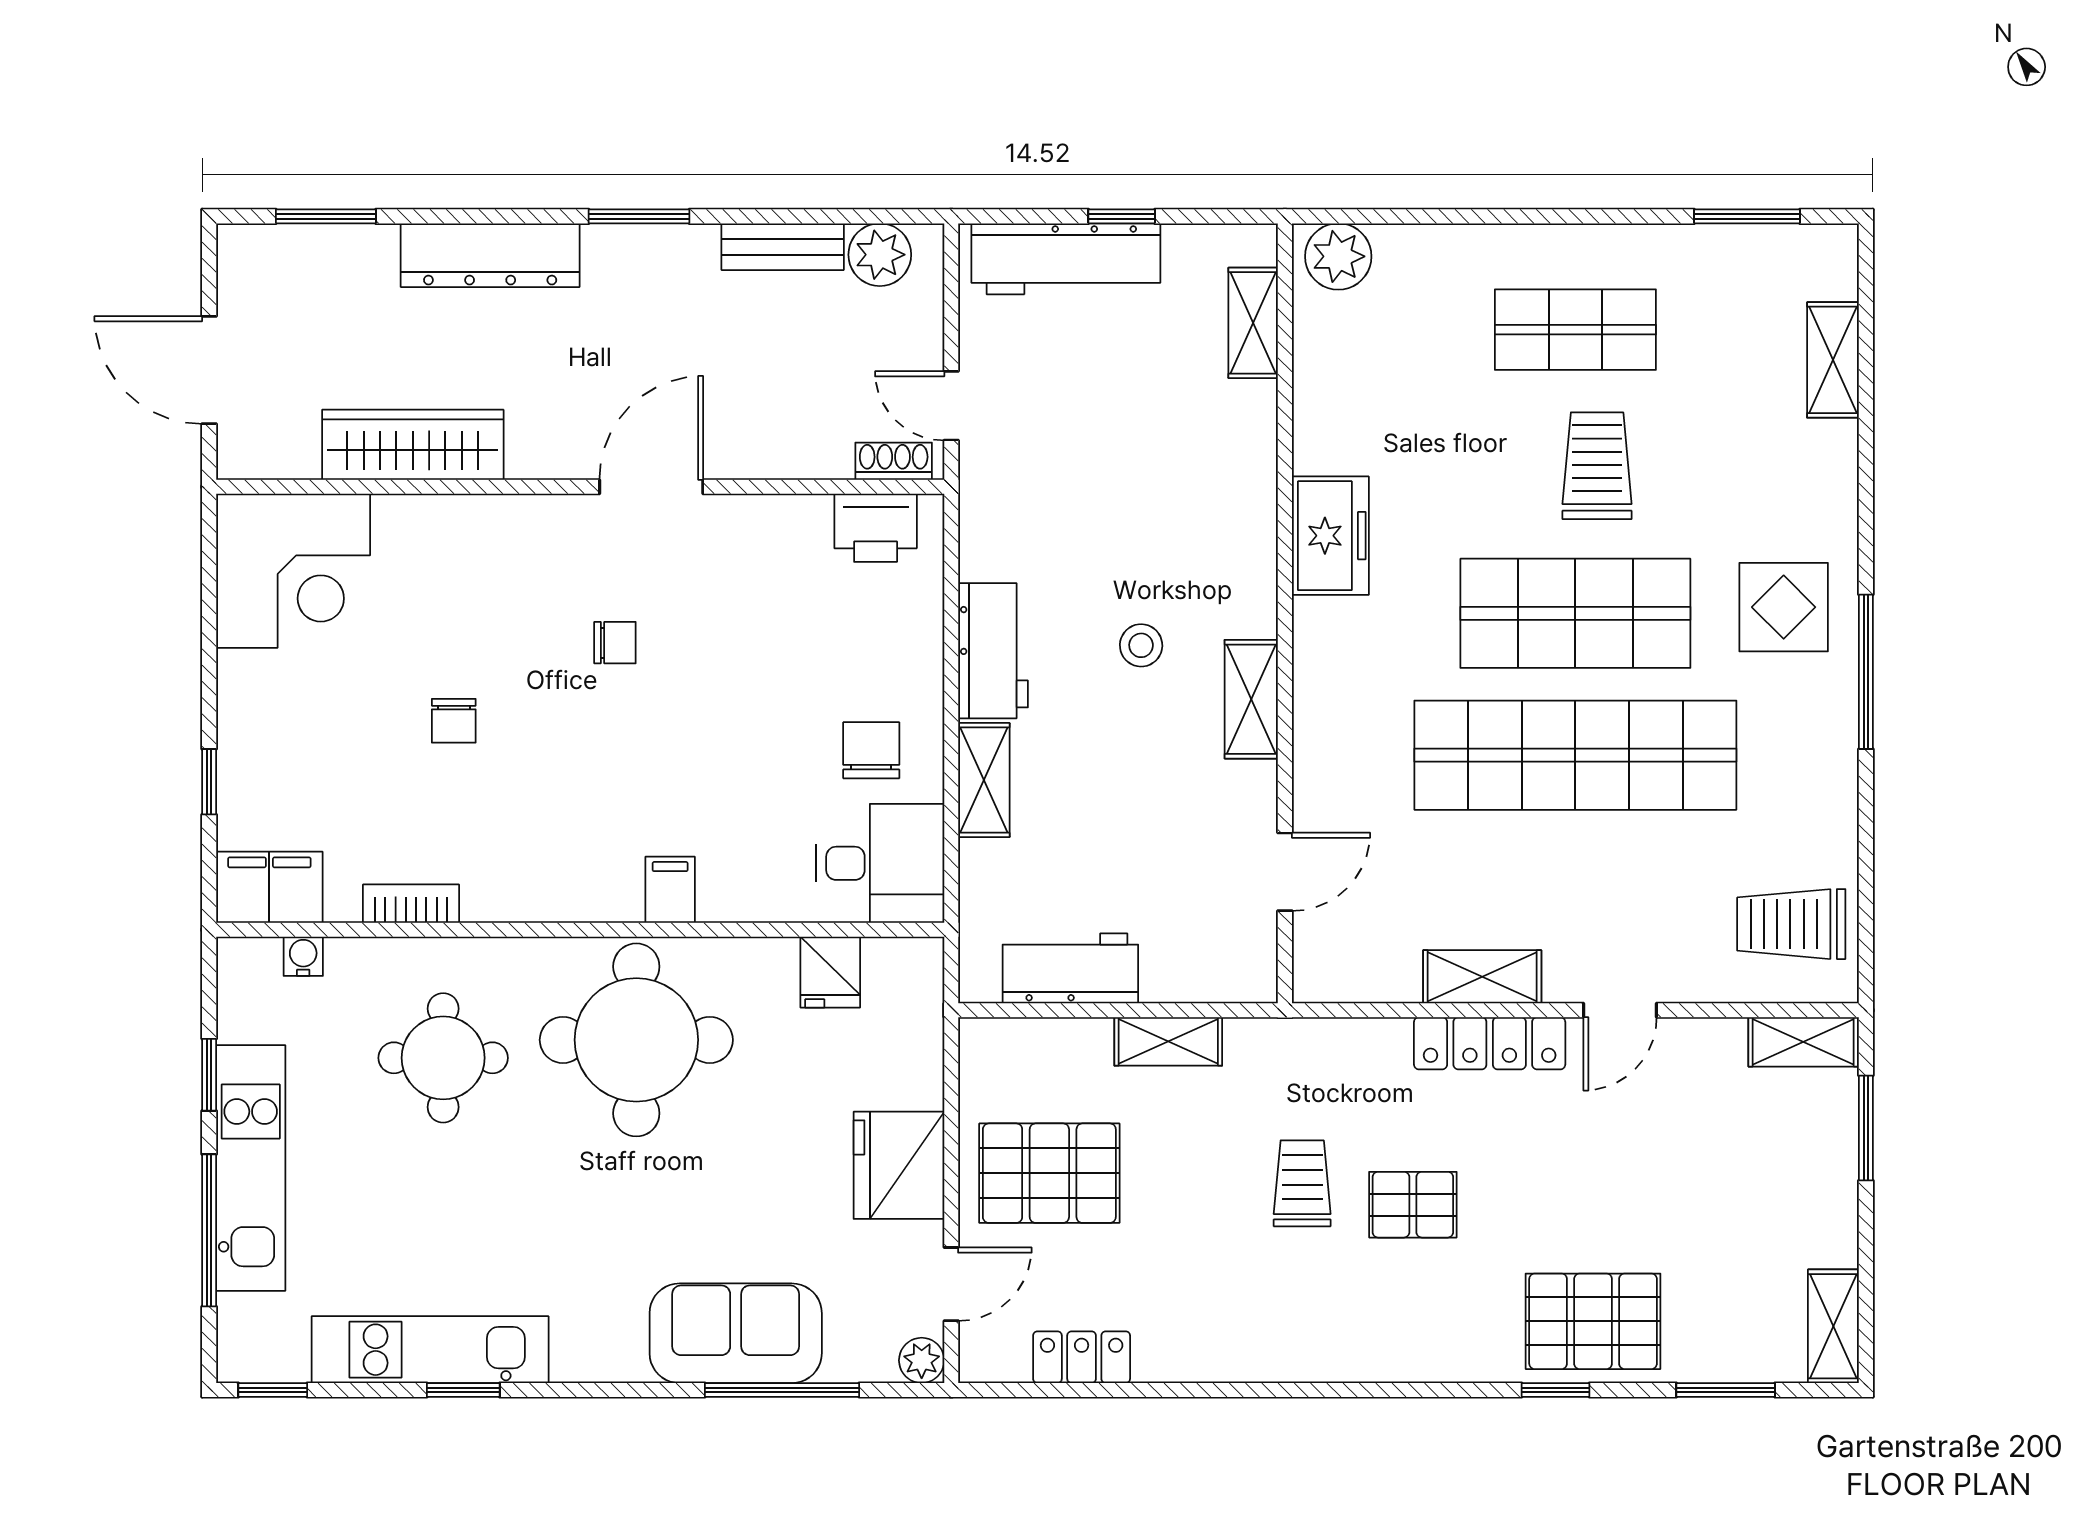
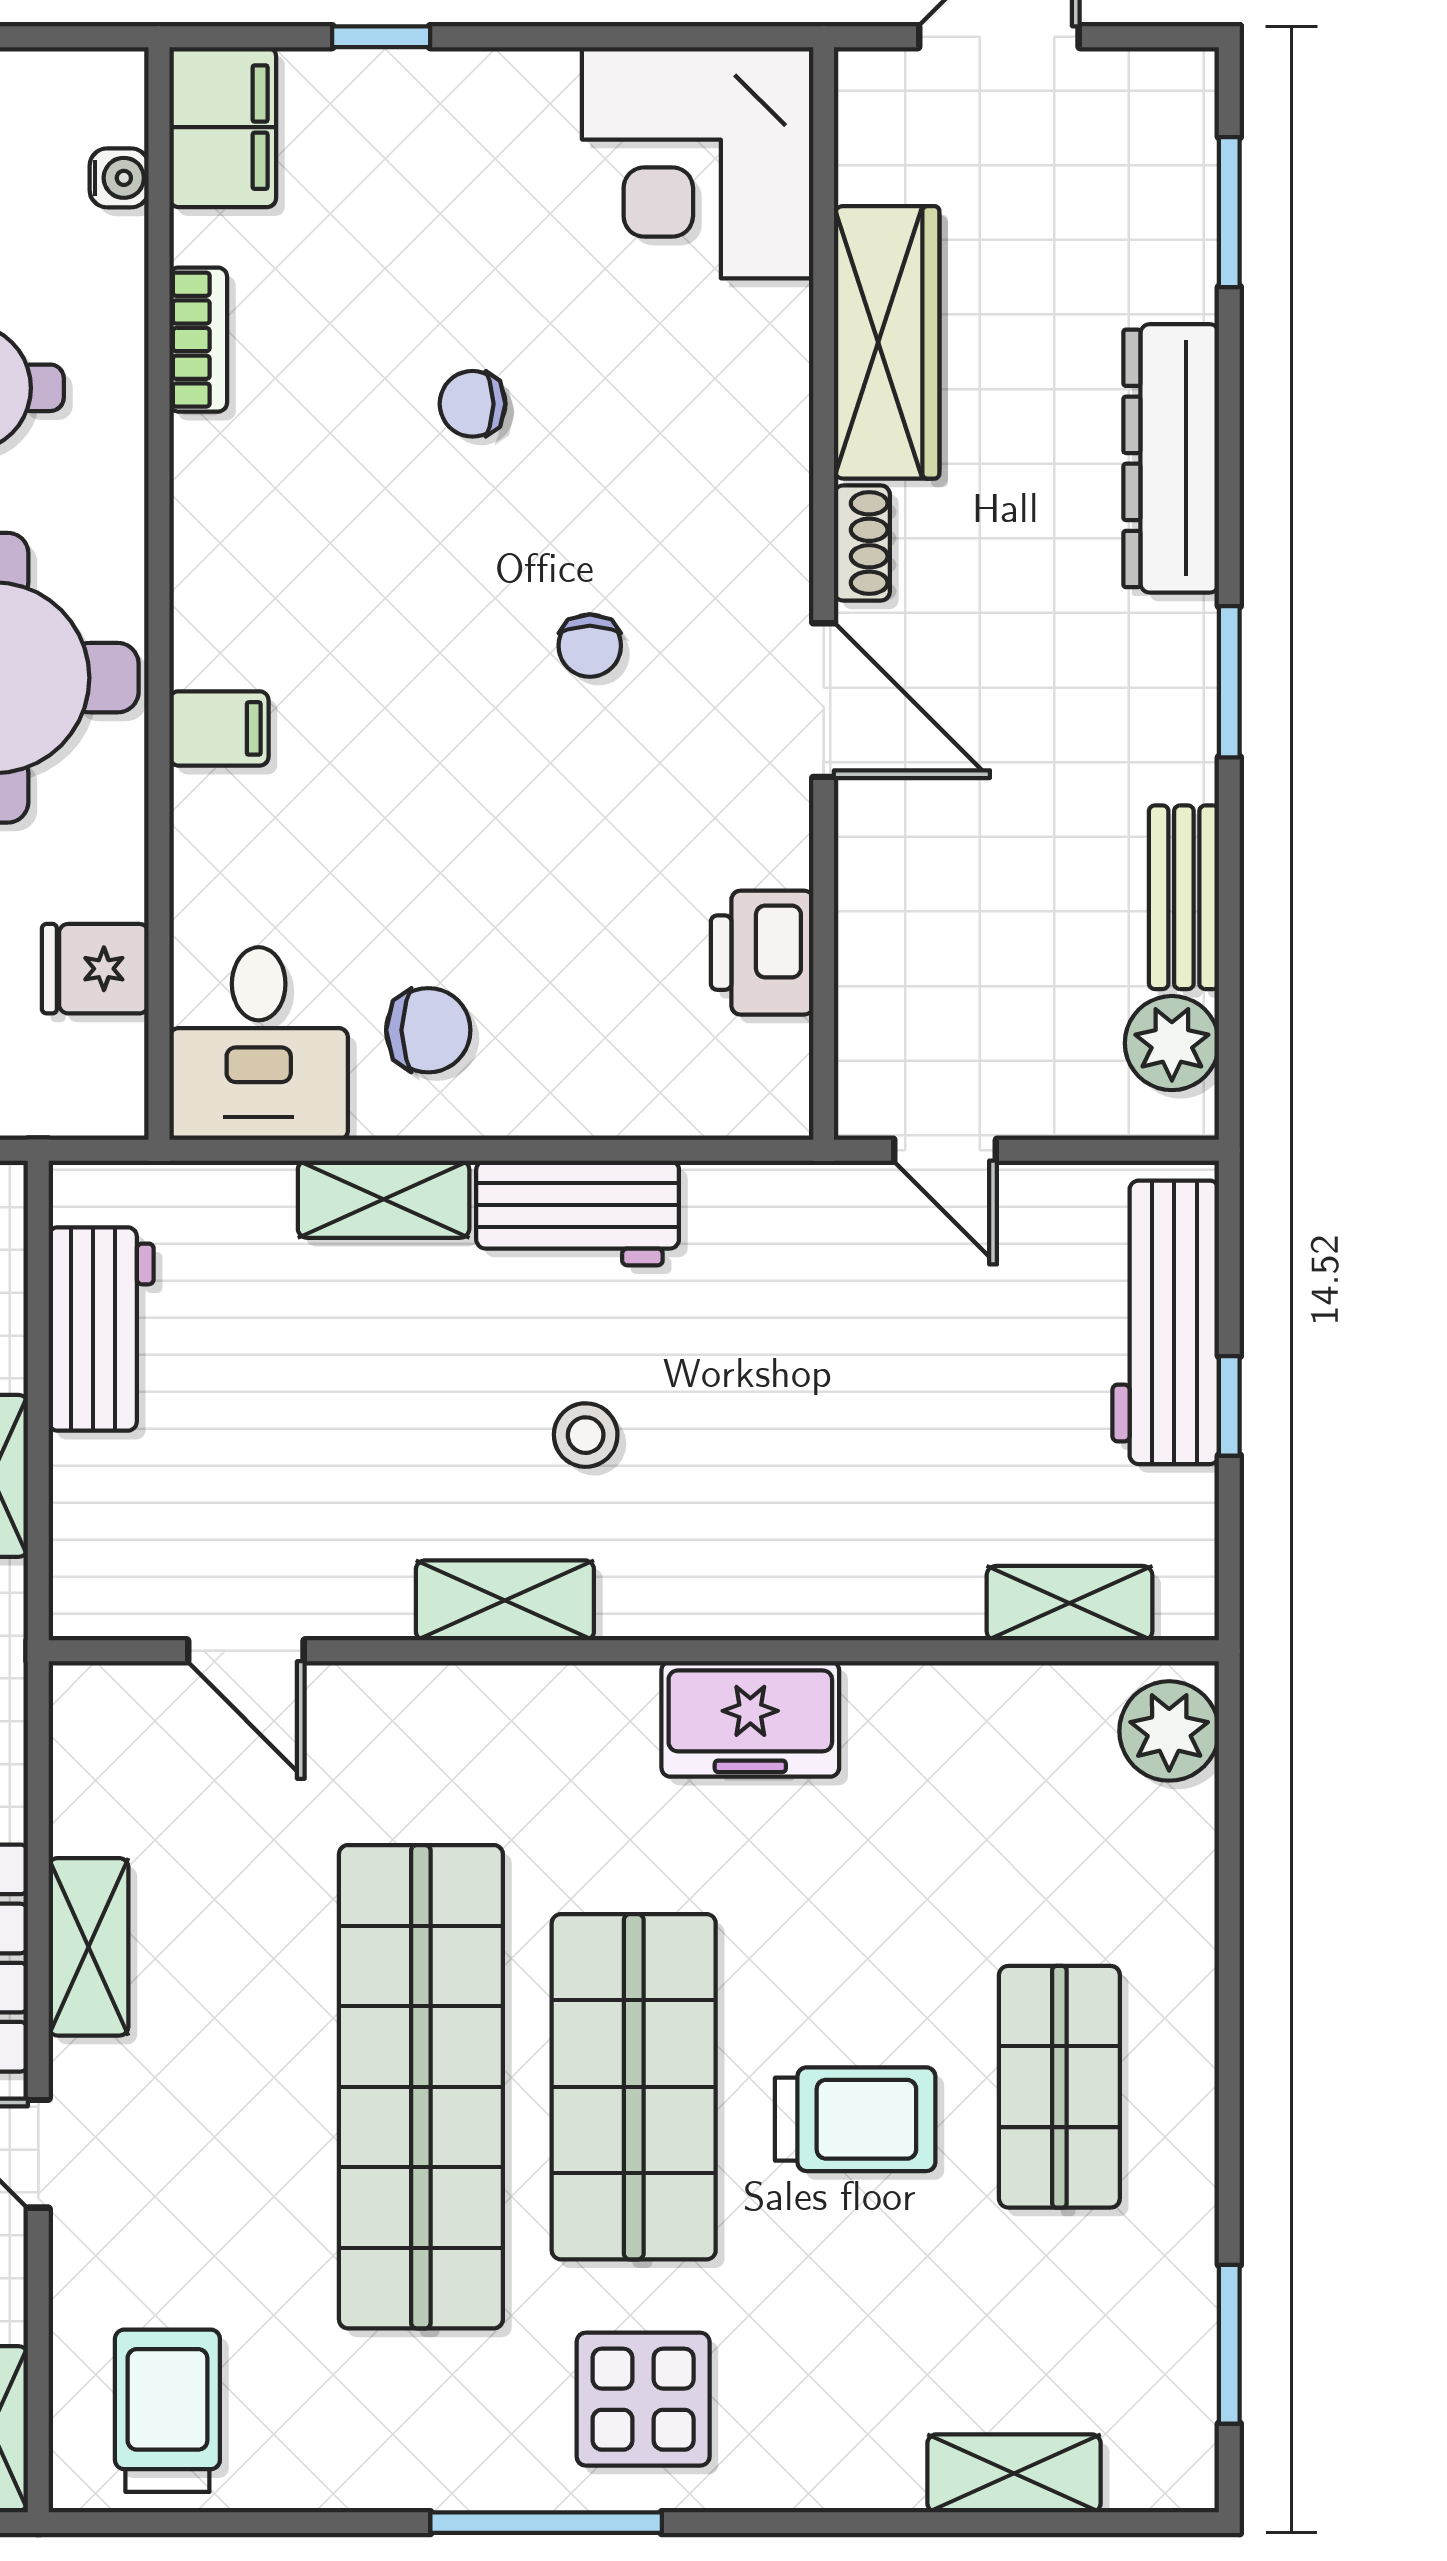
door: (951, 406) -> (945, 1150), swing flipped
shoe rack: (894, 461) -> (862, 543), moved
printer: (876, 528) -> (762, 953), moved

